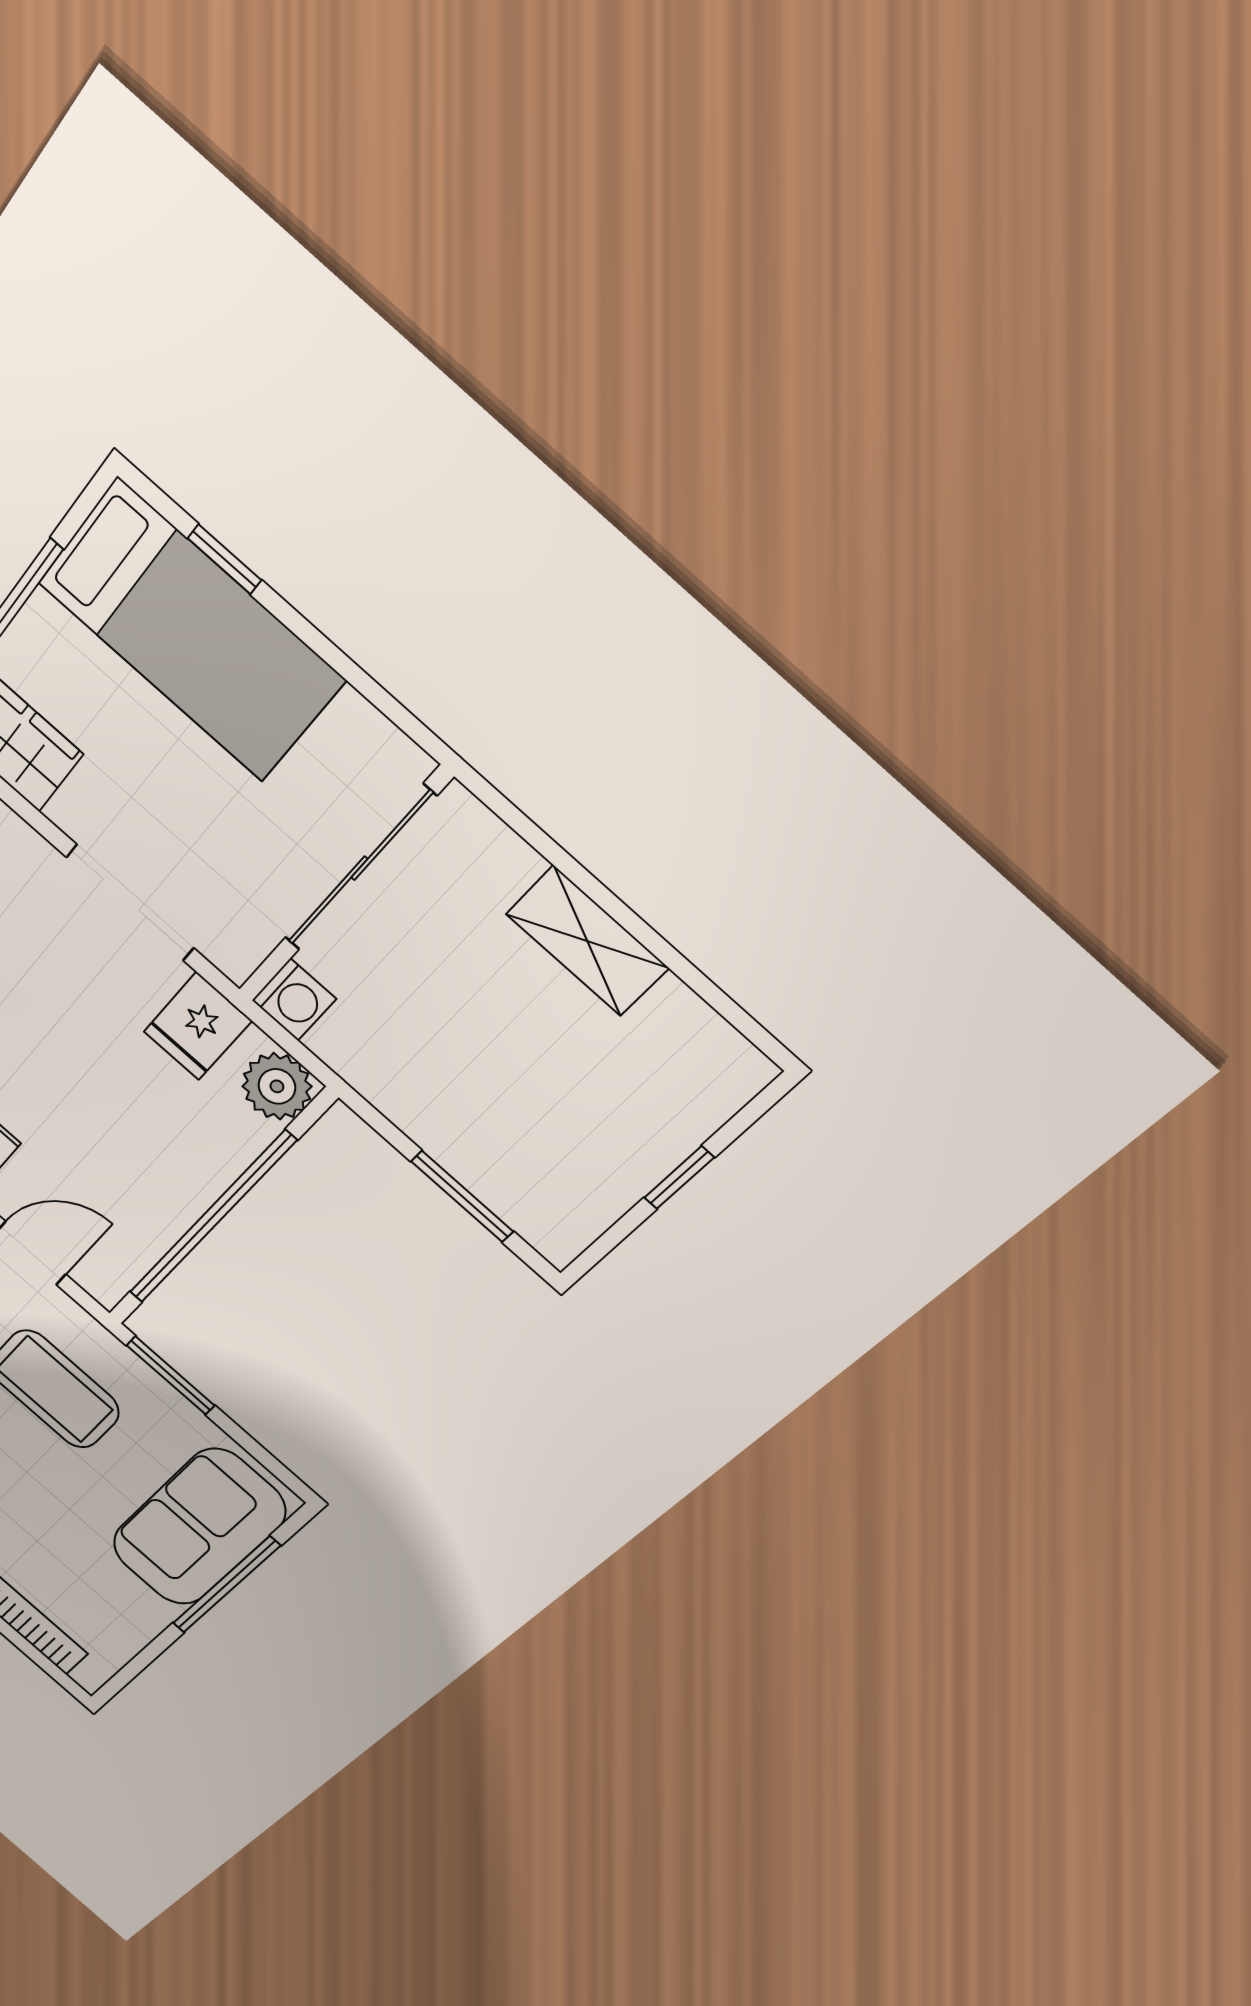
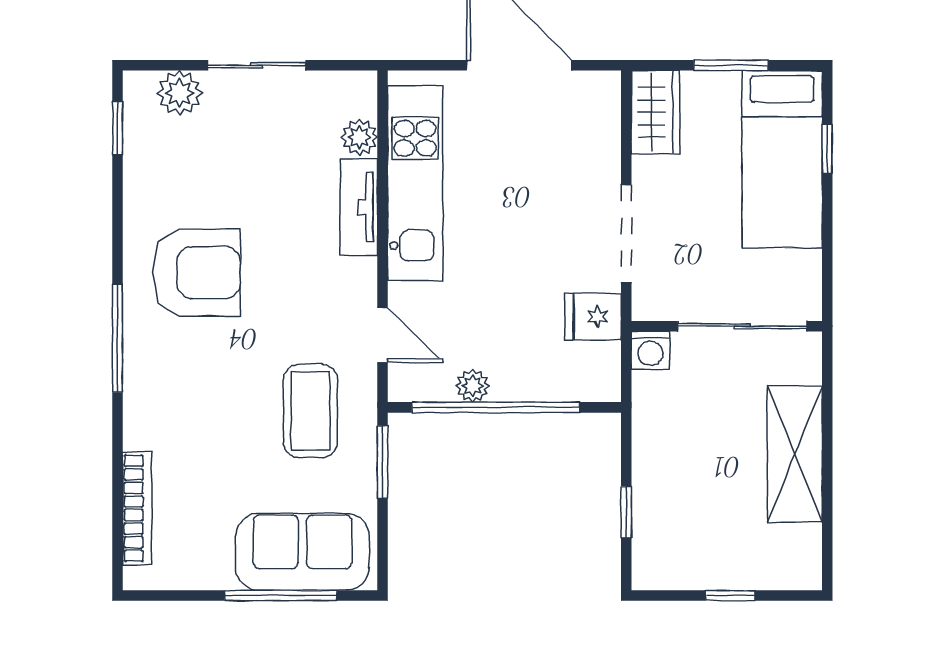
shelving: (587, 941) -> (795, 454), width x1.50, depth x1.33
plant: (277, 1086) -> (473, 386), moved, width x0.73, depth x0.73
window: (462, 1196) -> (626, 512), width x0.67

